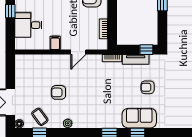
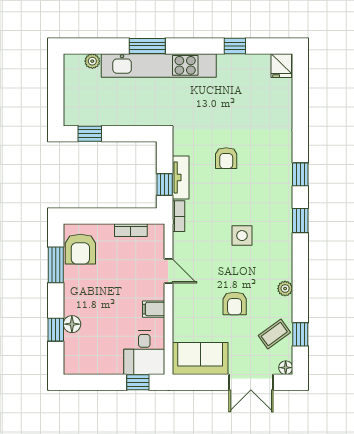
window: (10, 11) -> (138, 382), moved
desk: (28, 25) -> (144, 353), moved
window: (146, 50) -> (165, 184), moved
side table: (100, 97) -> (242, 236), added
sofa: (139, 118) -> (200, 359), moved, turned 90

